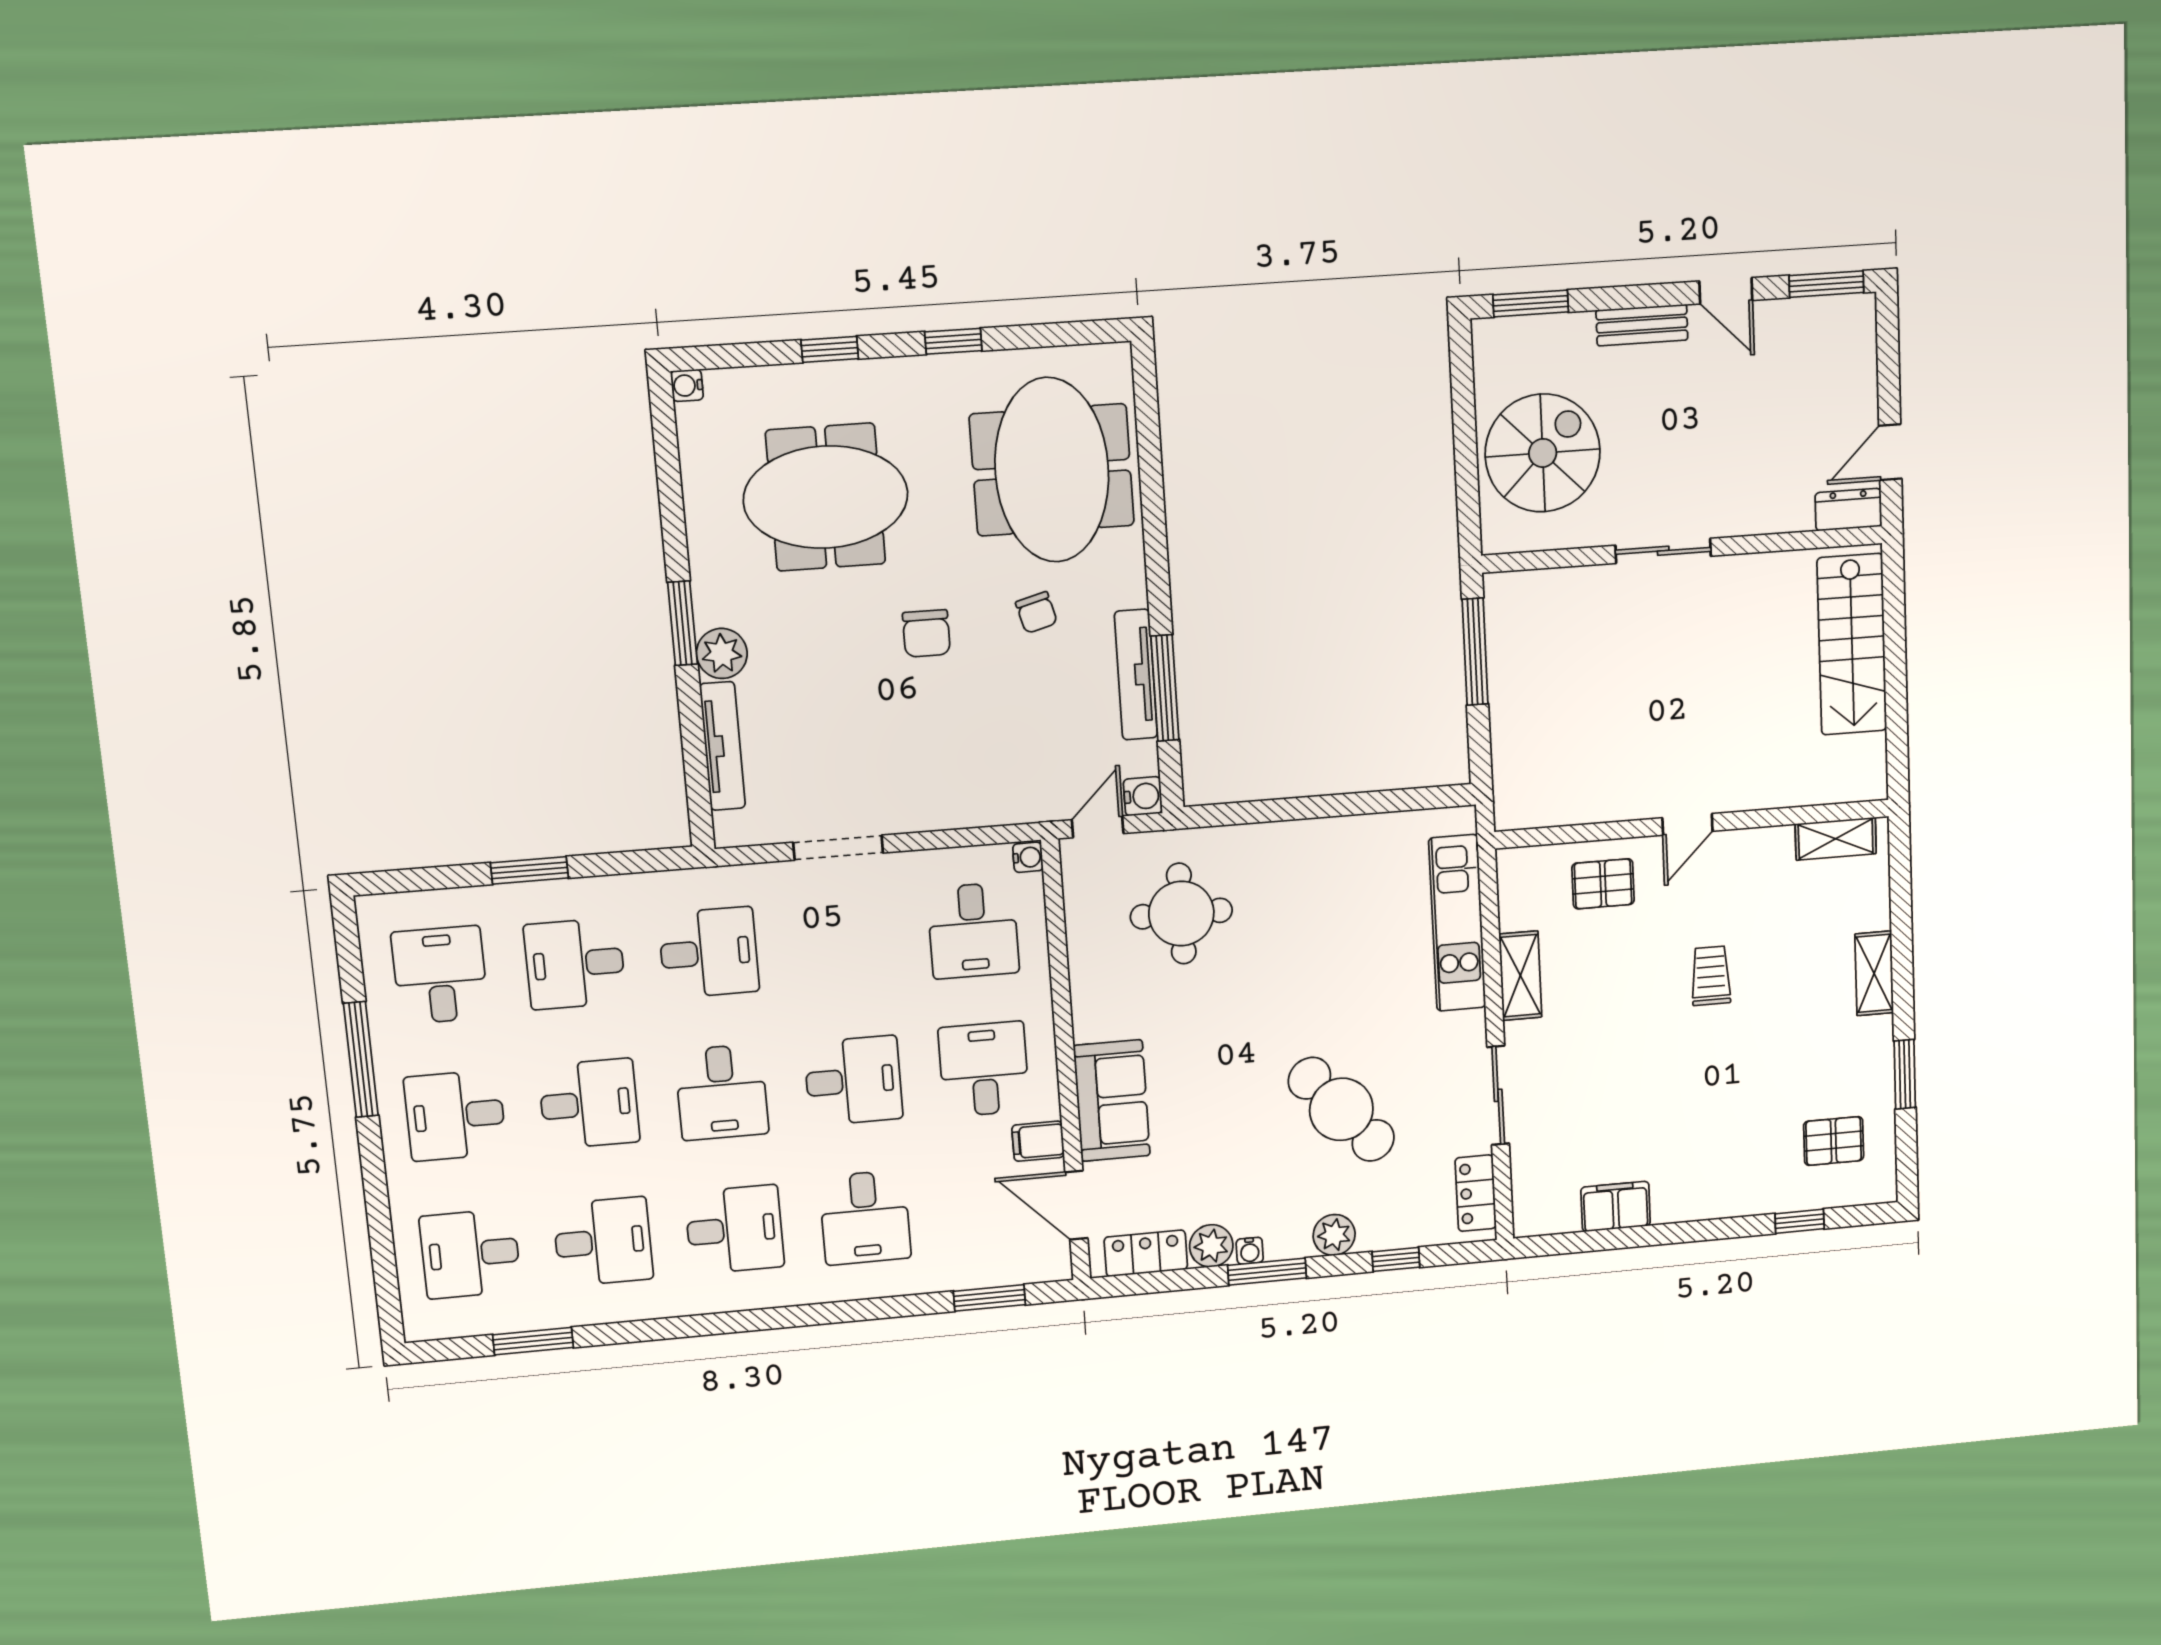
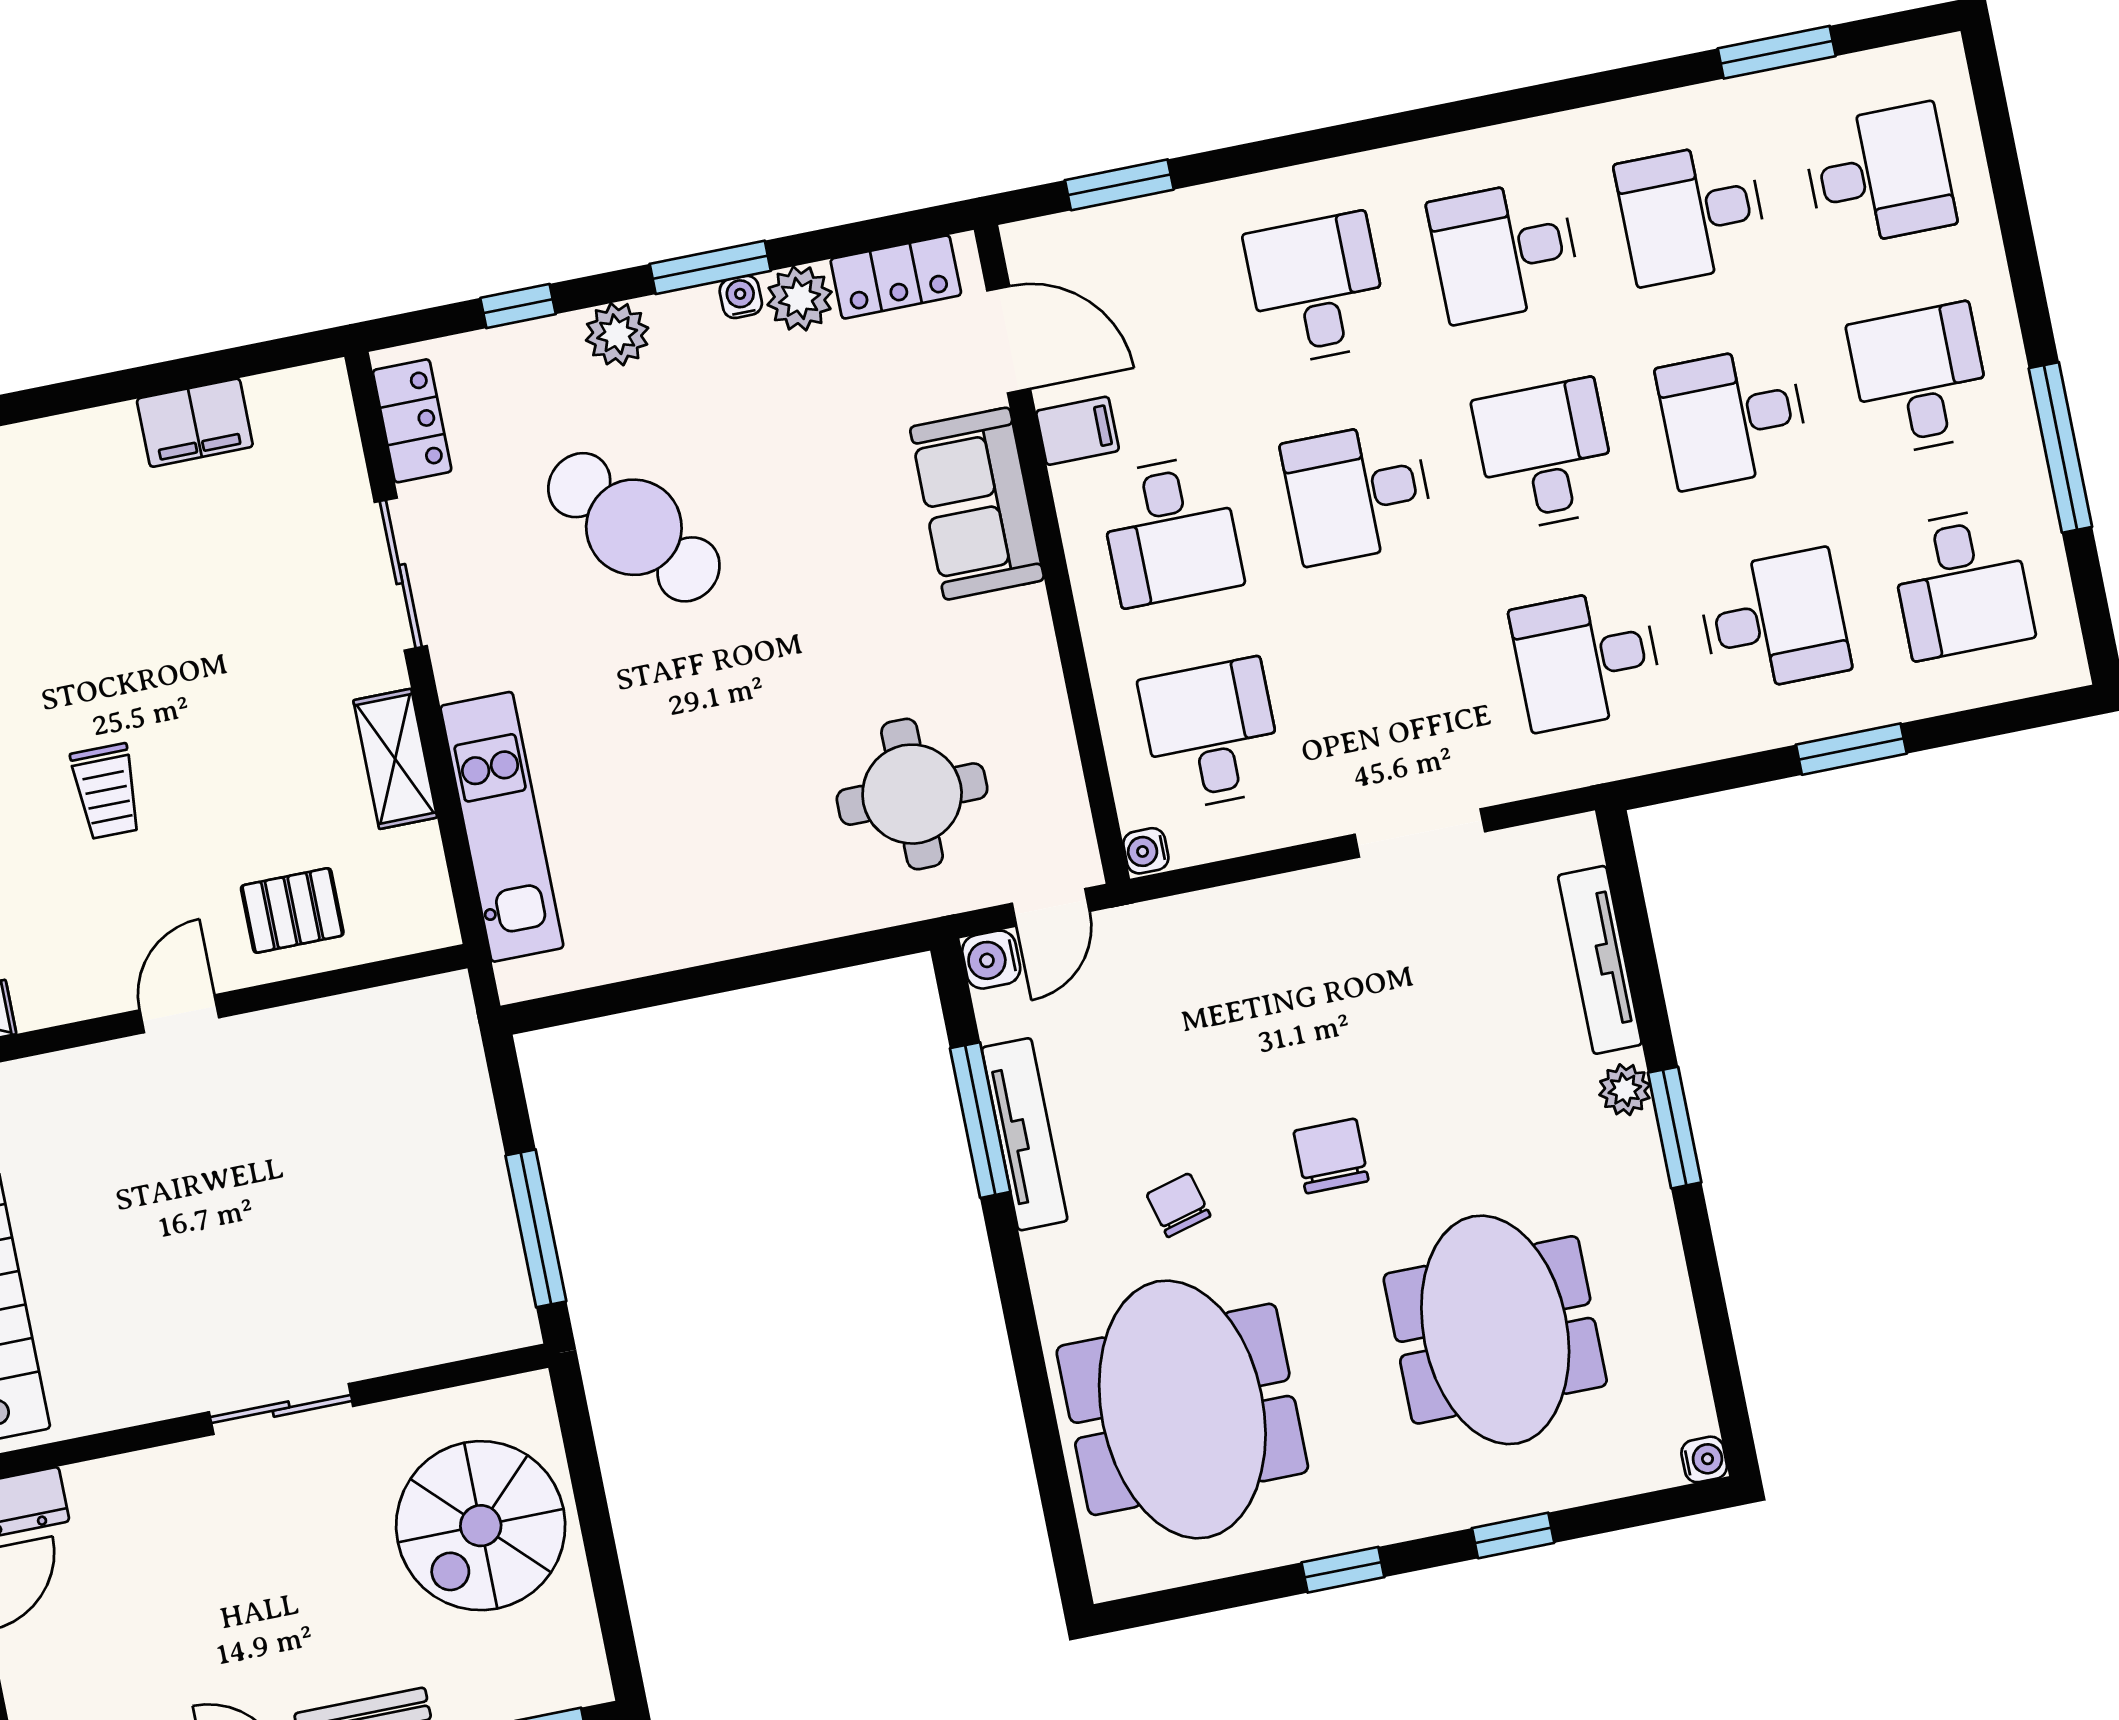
meeting table: (826, 497) -> (1495, 1330), turned 90
plant: (722, 653) -> (1625, 1090), width x0.73, depth x0.73
desk: (455, 1116) -> (1920, 379), turned -90

